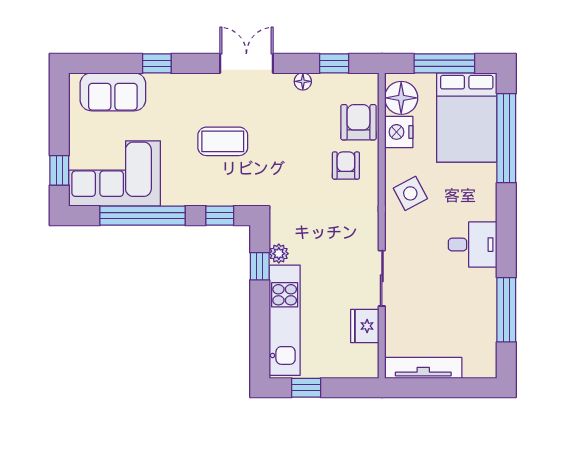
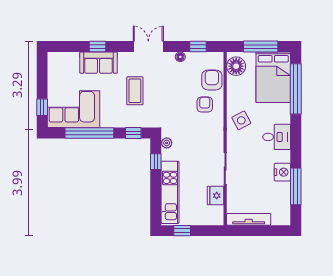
sofa: (113, 92) -> (99, 63), moved
nightstand: (399, 132) -> (282, 172), moved, turned 180
coffee table: (223, 141) -> (135, 91), turned 90
desk: (473, 245) -> (277, 137), moved
plant: (279, 254) -> (167, 143), moved

